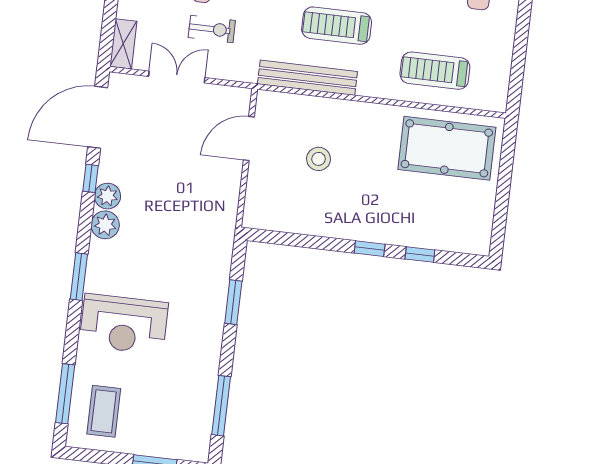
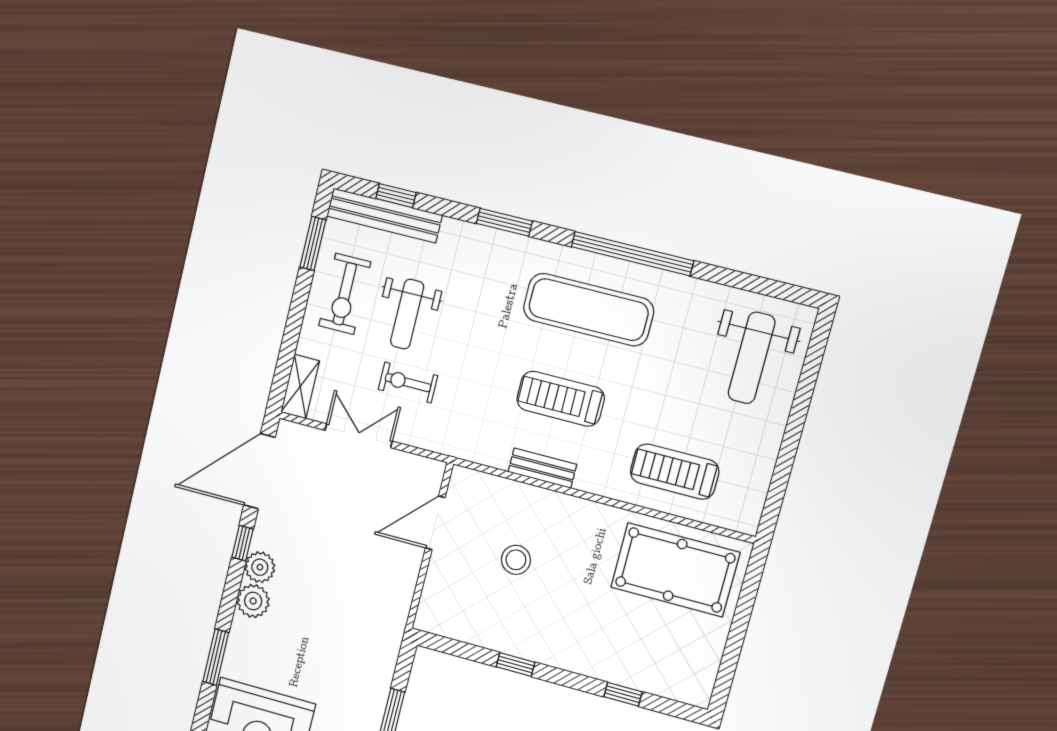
exercise bike: (212, 29) -> (408, 383), turned 180
bench: (307, 78) -> (542, 468), width x0.54, depth x0.82
window: (370, 249) -> (516, 665), moved

